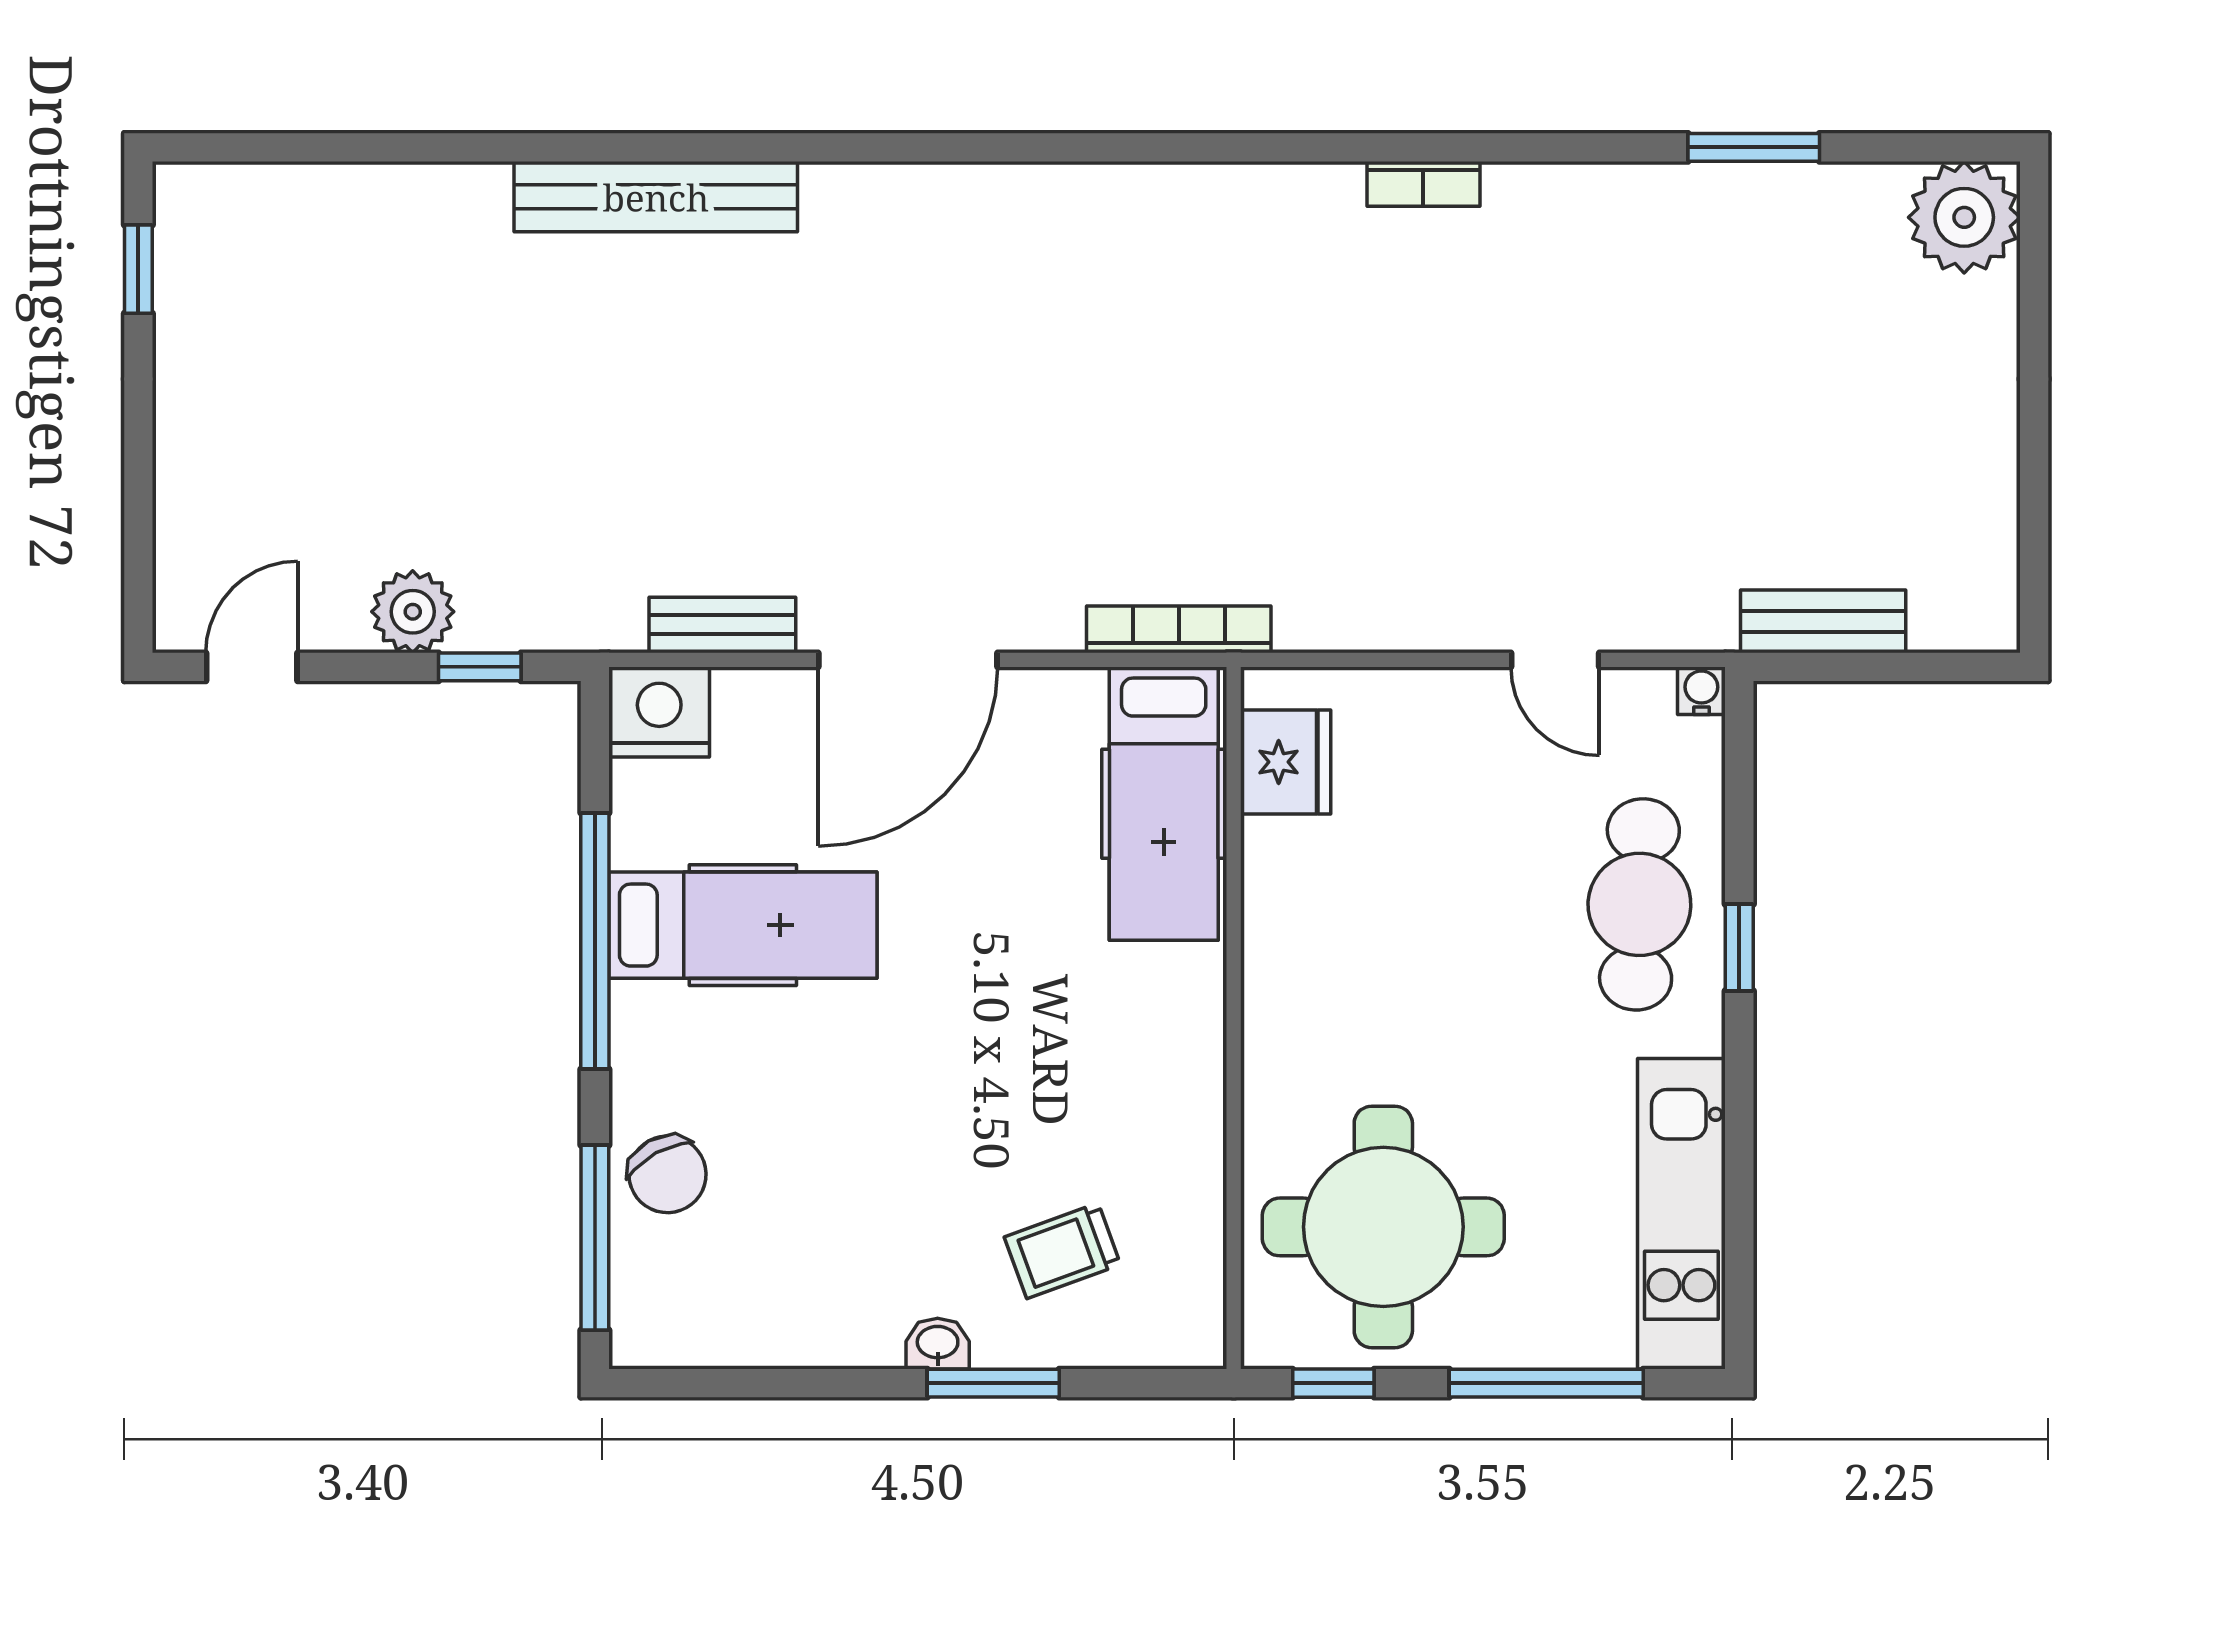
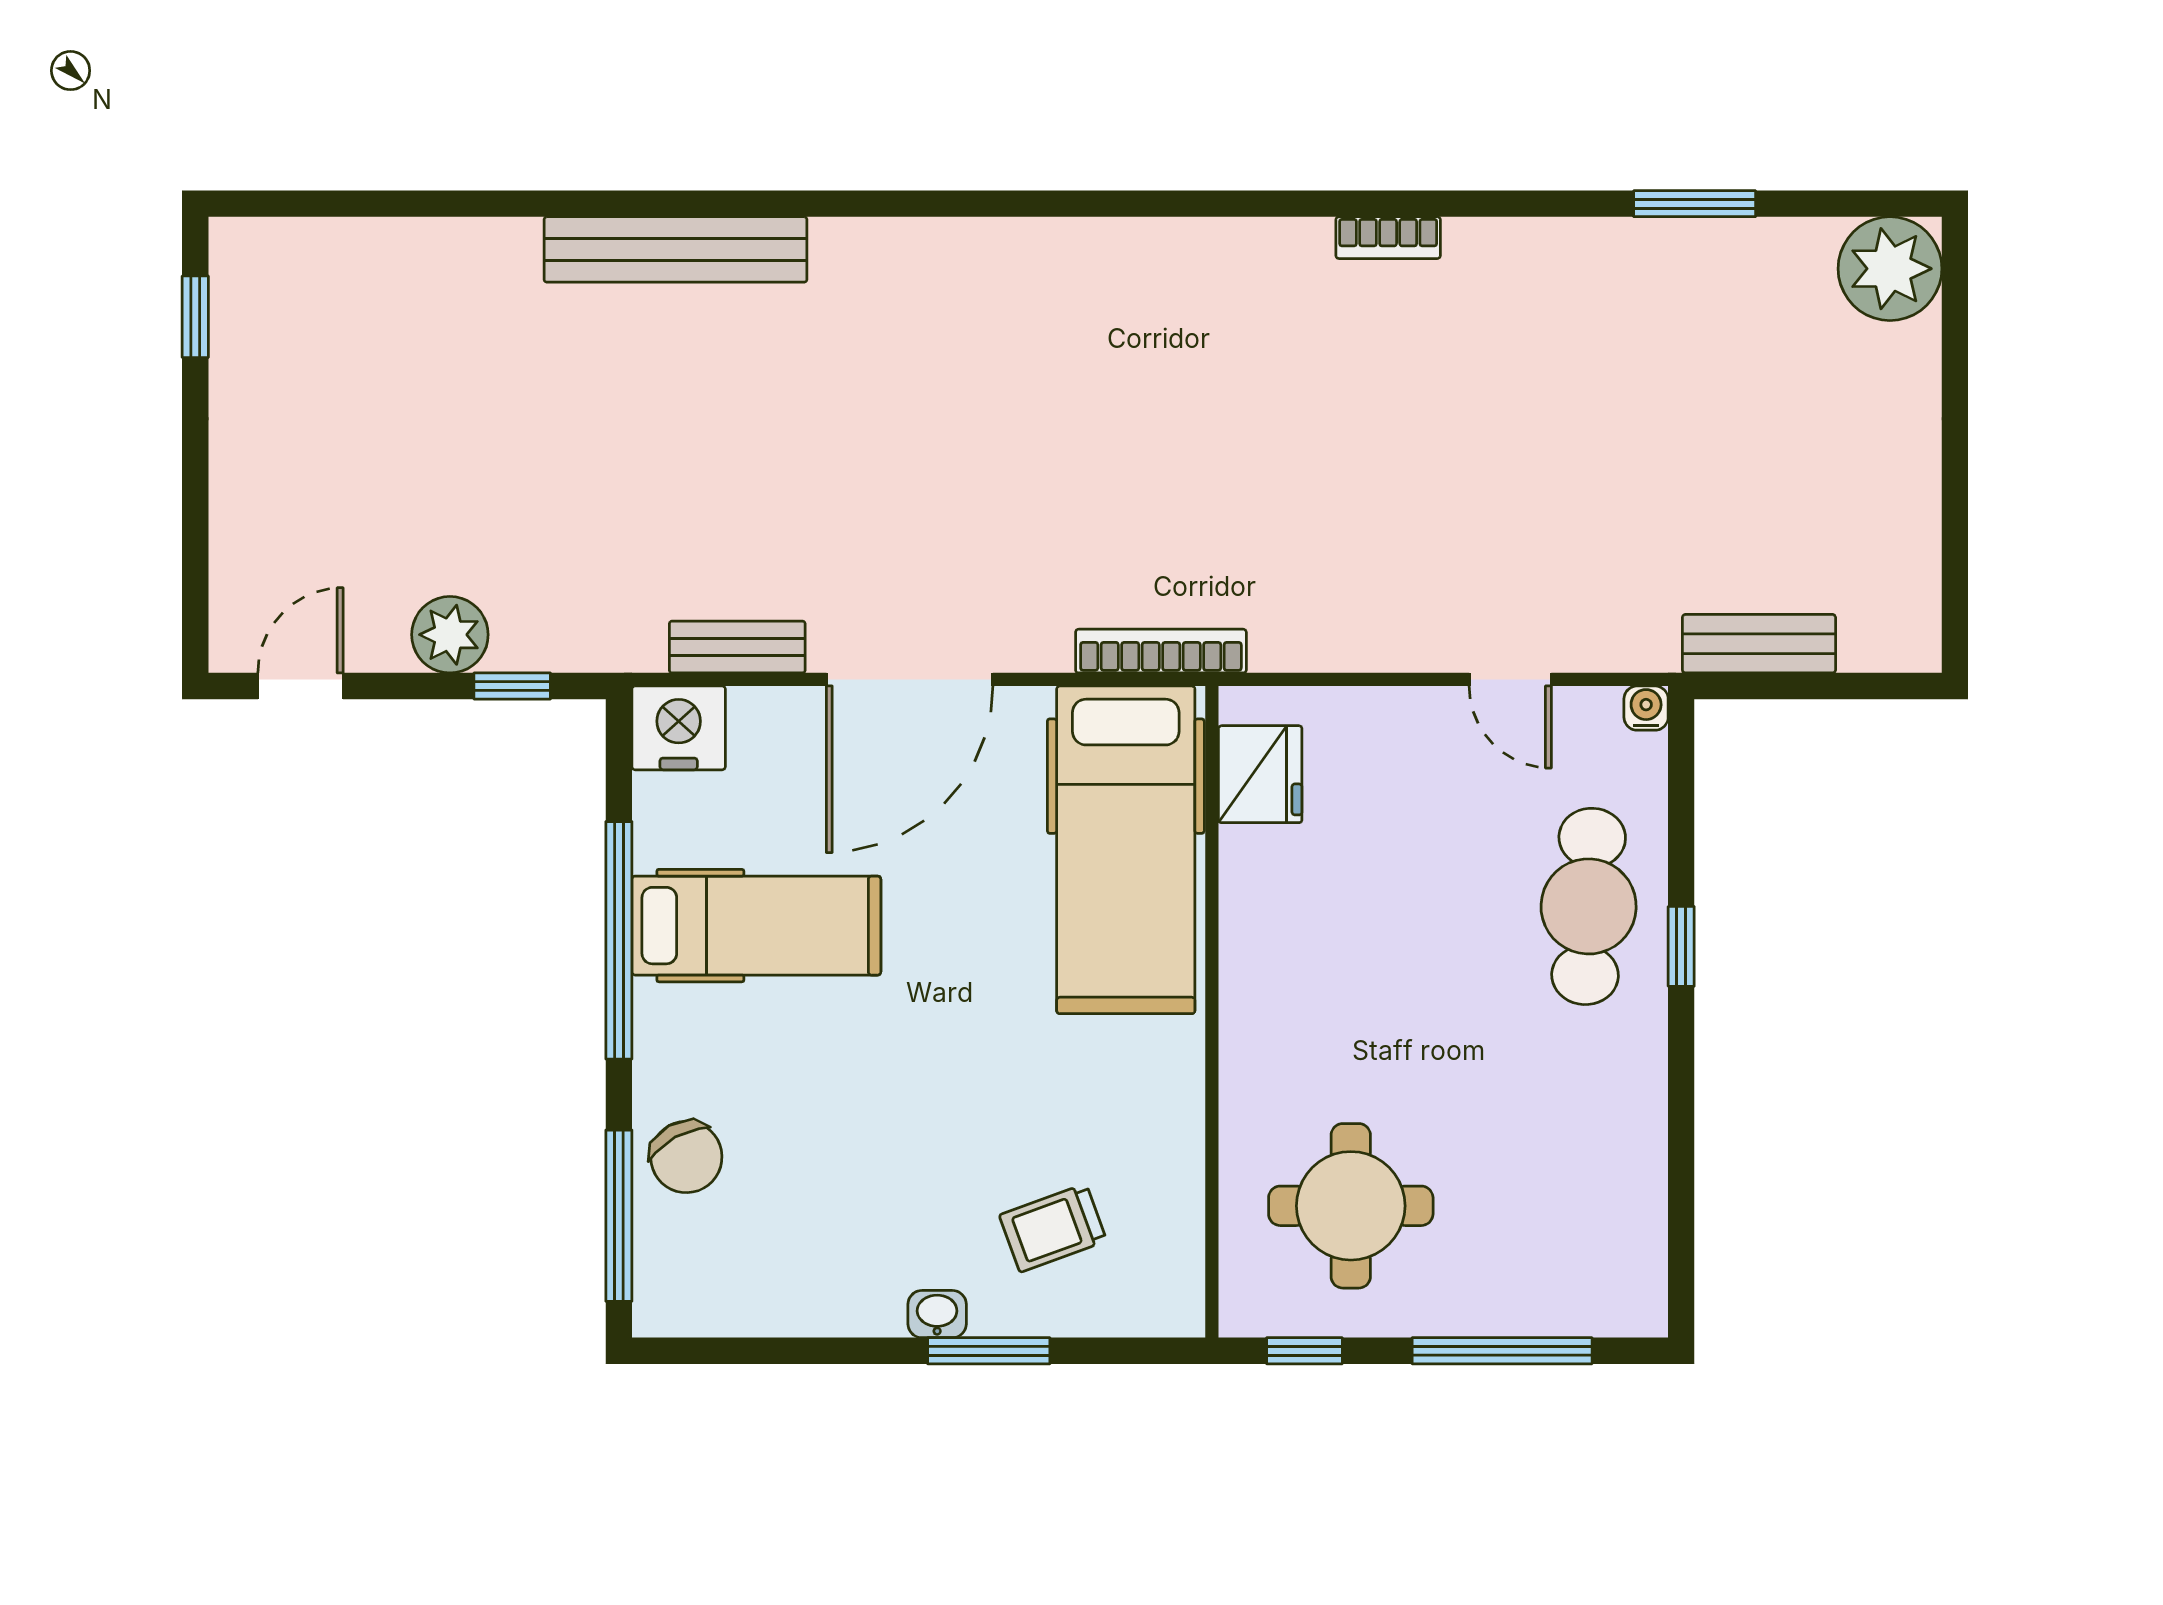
hospital bed: (1164, 804) -> (1126, 850), width x1.37, depth x1.29
kitchen unit: (1681, 1214) -> (1628, 1194), removed
round table: (1383, 1227) -> (1351, 1206), width x0.73, depth x0.73

